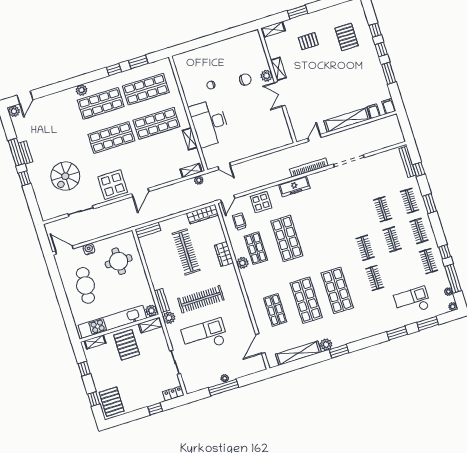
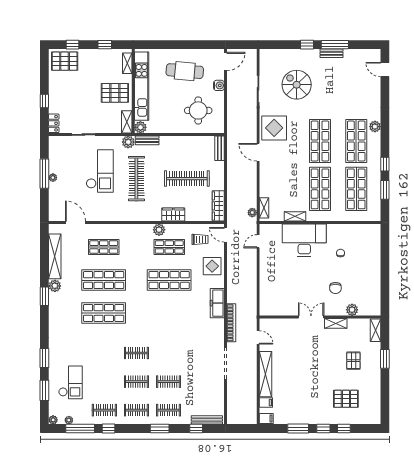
plant: (267, 76) -> (352, 310), moved
plant: (14, 111) -> (375, 55), removed
clothes rail: (375, 278) -> (104, 353), removed

